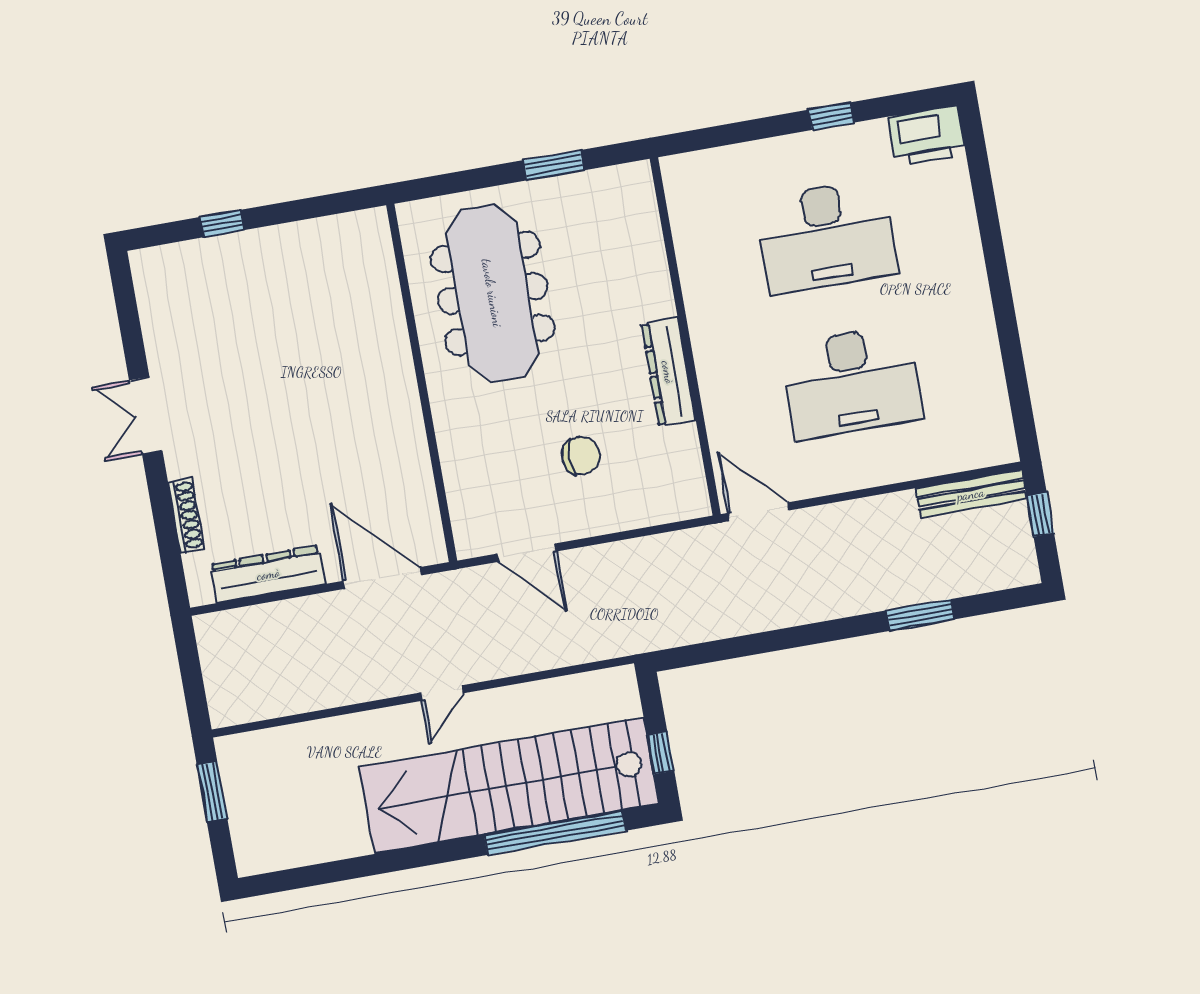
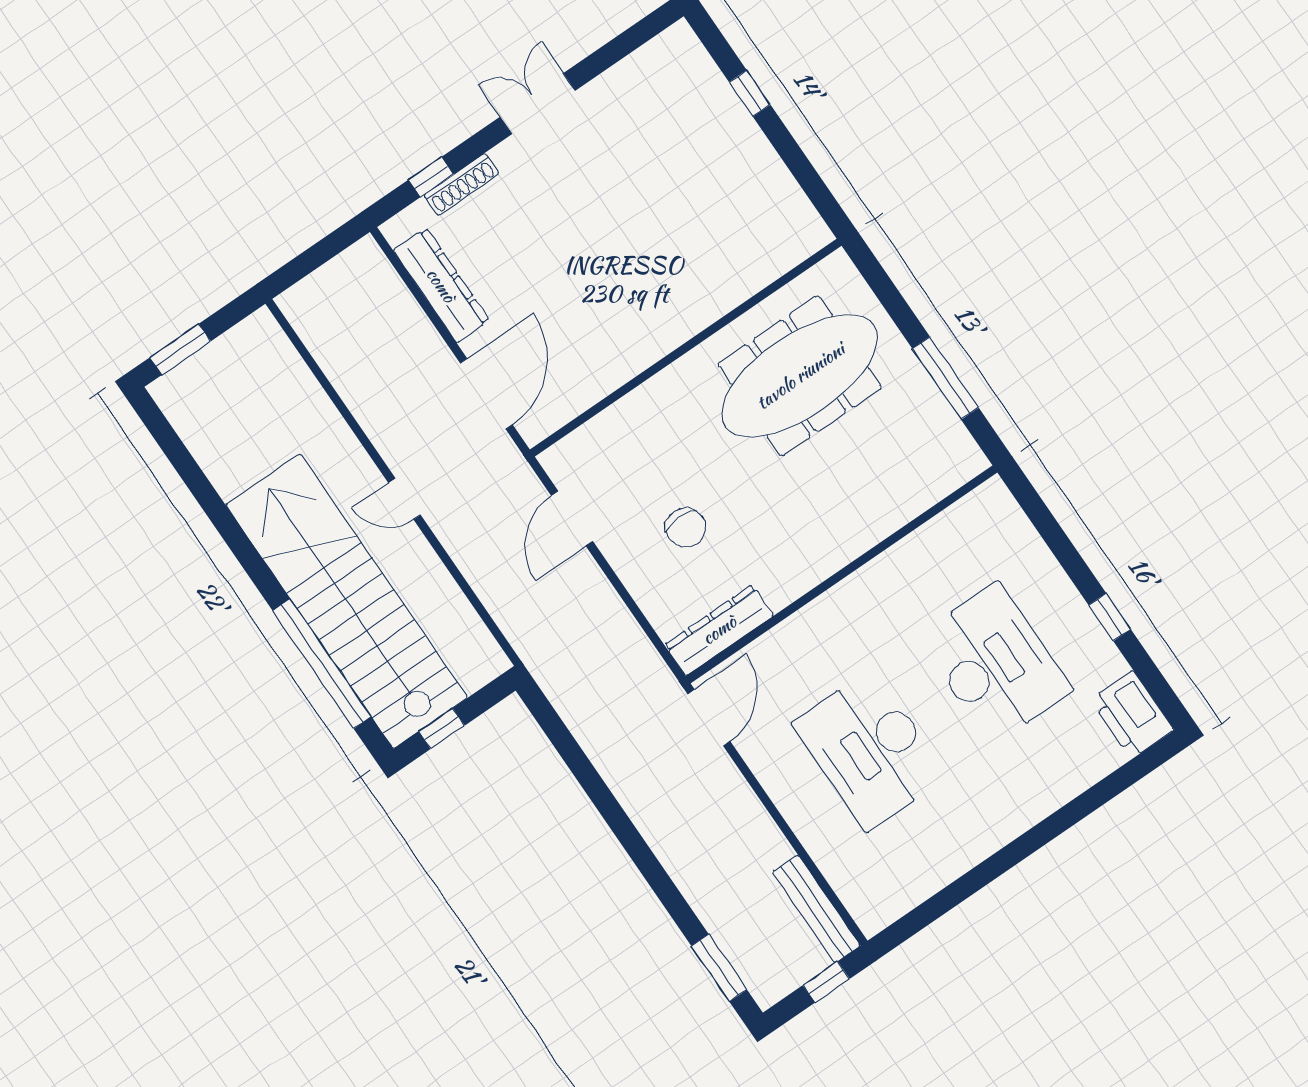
window: (553, 165) -> (945, 378), width x1.44
desk: (826, 237) -> (995, 664), turned 180
dresser: (668, 372) -> (719, 630), moved
window: (168, 540) -> (431, 177), added
window: (920, 615) -> (719, 968), moved
window: (212, 792) -> (180, 349), moved

